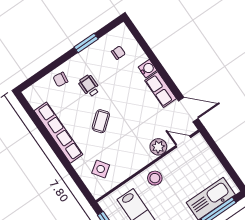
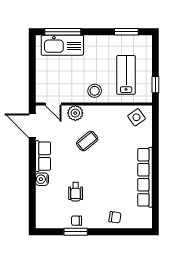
chair: (118, 53) -> (76, 221), moved
wheelchair: (89, 86) -> (76, 192), moved
coffee table: (101, 121) -> (87, 141), moved
side table: (101, 169) -> (136, 117), moved

